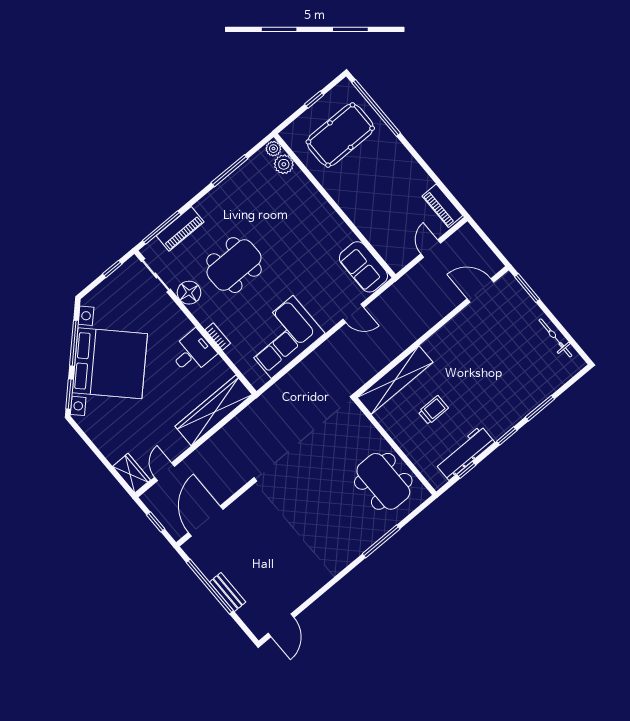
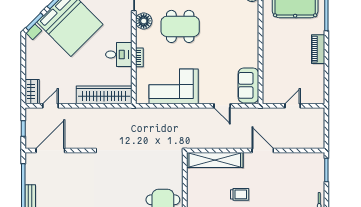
piano: (442, 206) -> (318, 49), moved
door: (481, 290) -> (263, 150), moved
trolley: (433, 410) -> (240, 194), moved

